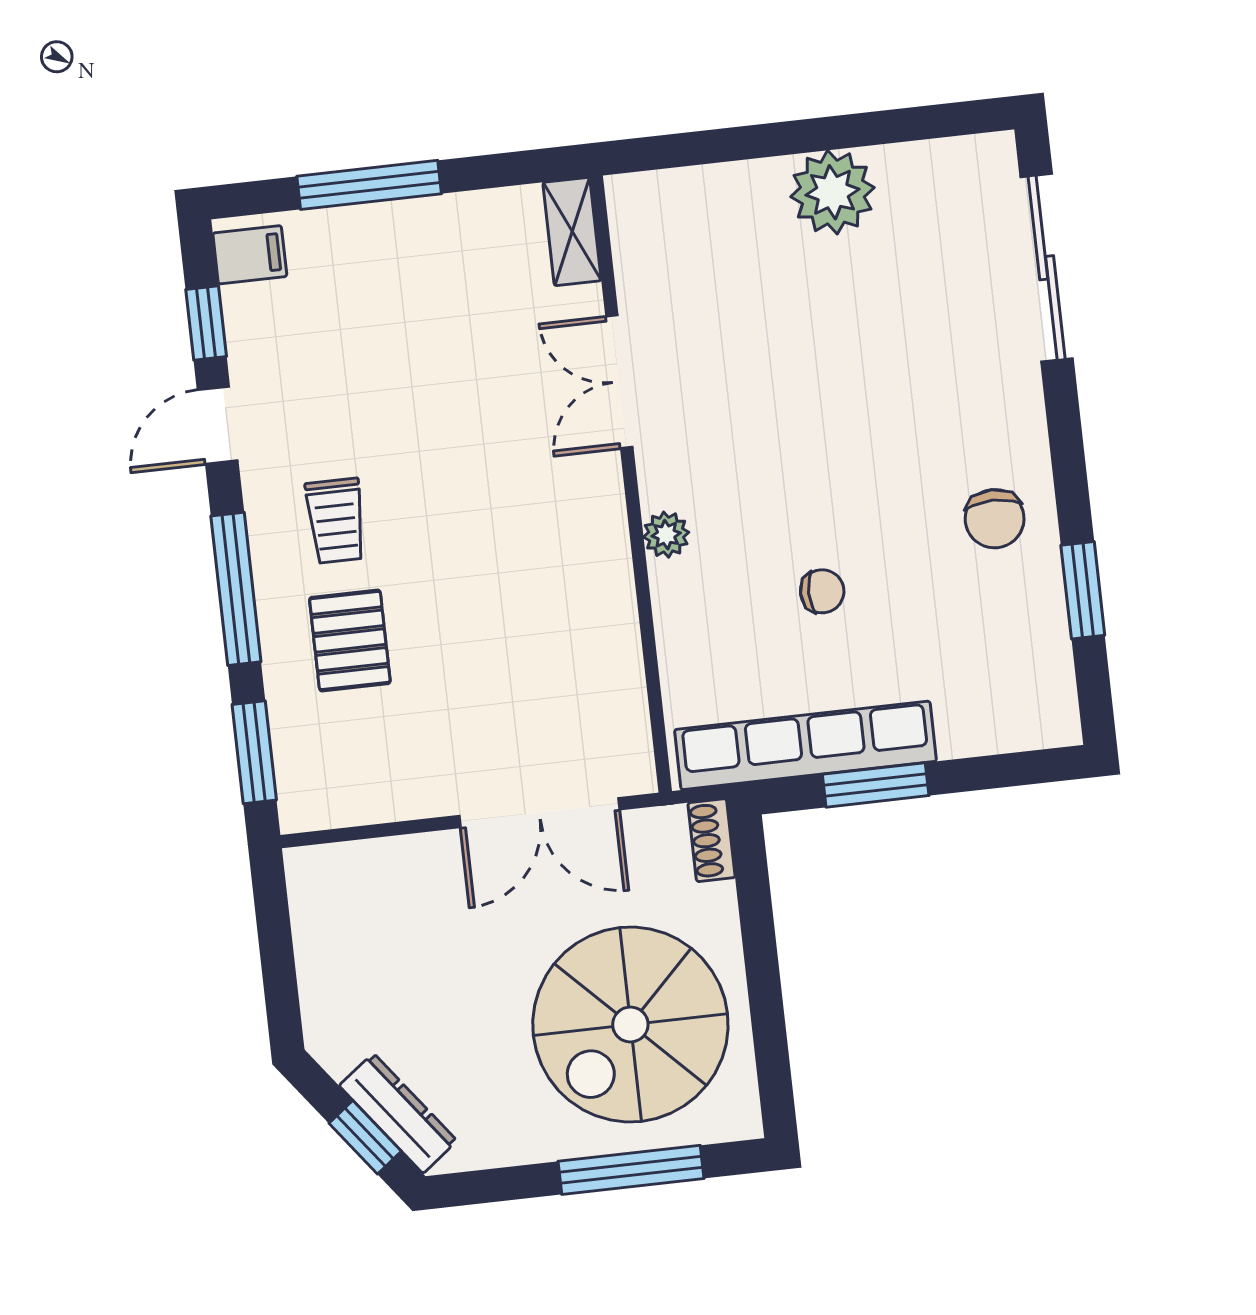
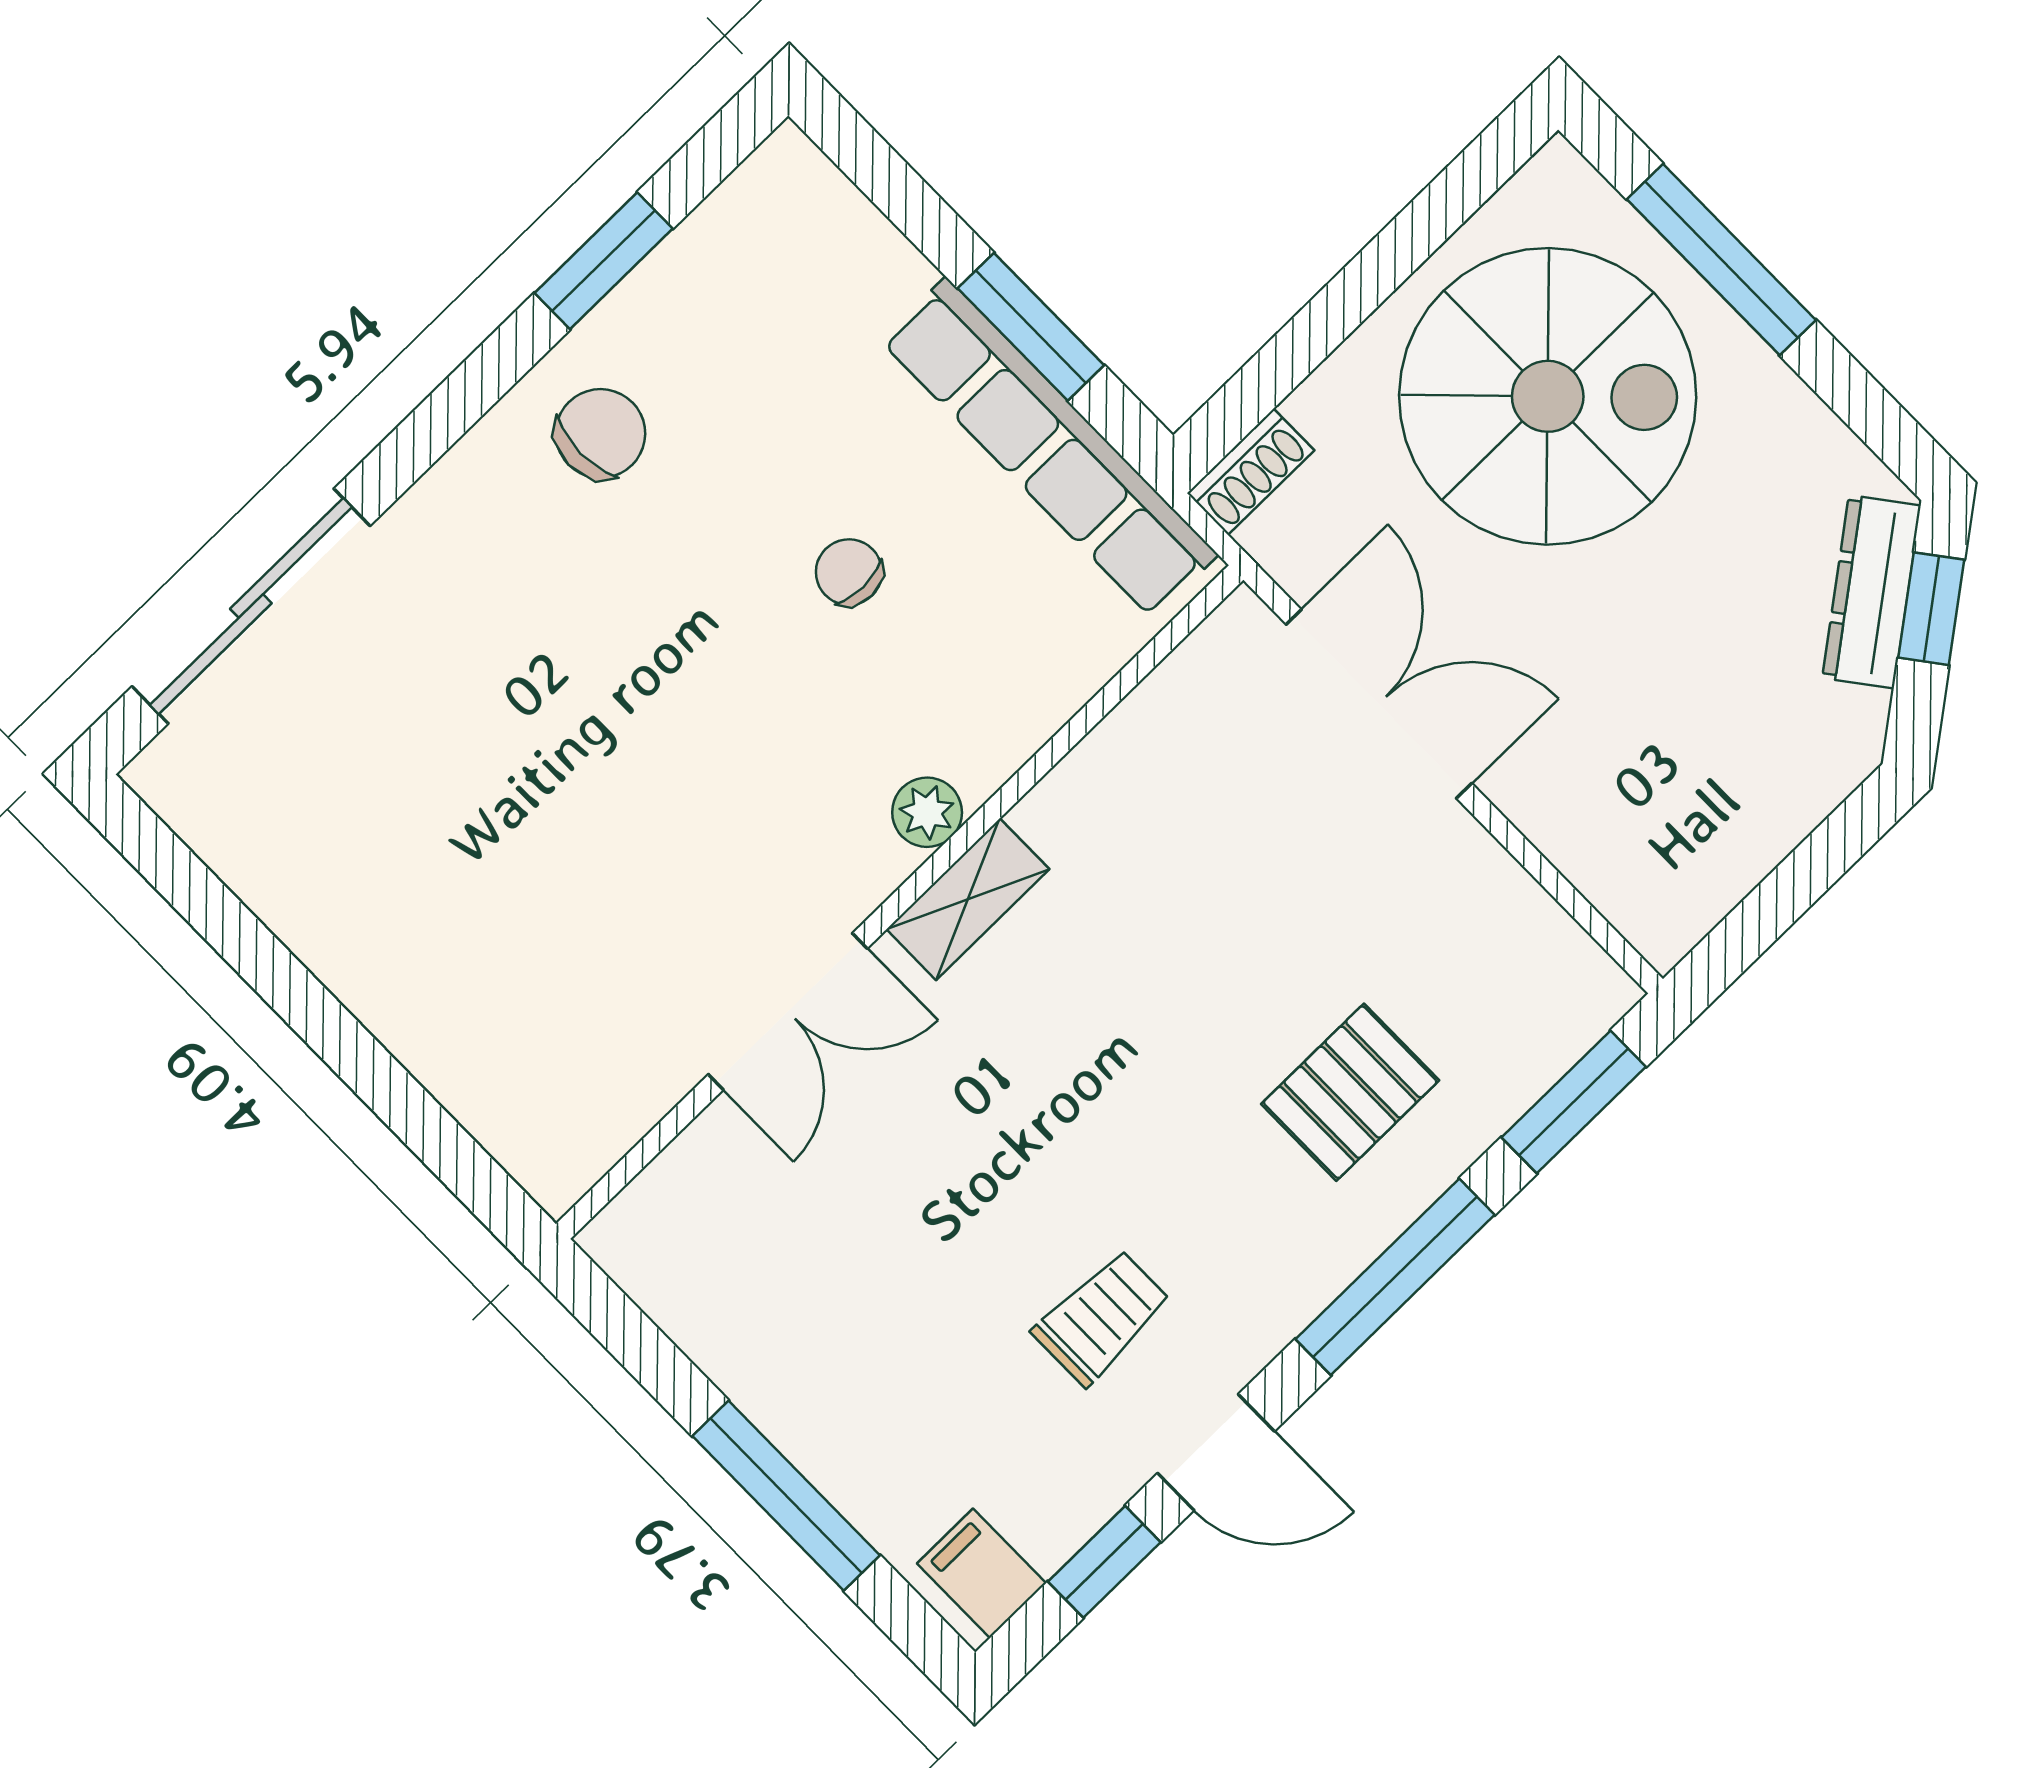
plant: (832, 192) -> (361, 934), removed
shelving: (572, 231) -> (968, 899), moved
trolley: (336, 521) -> (1102, 1317), moved

